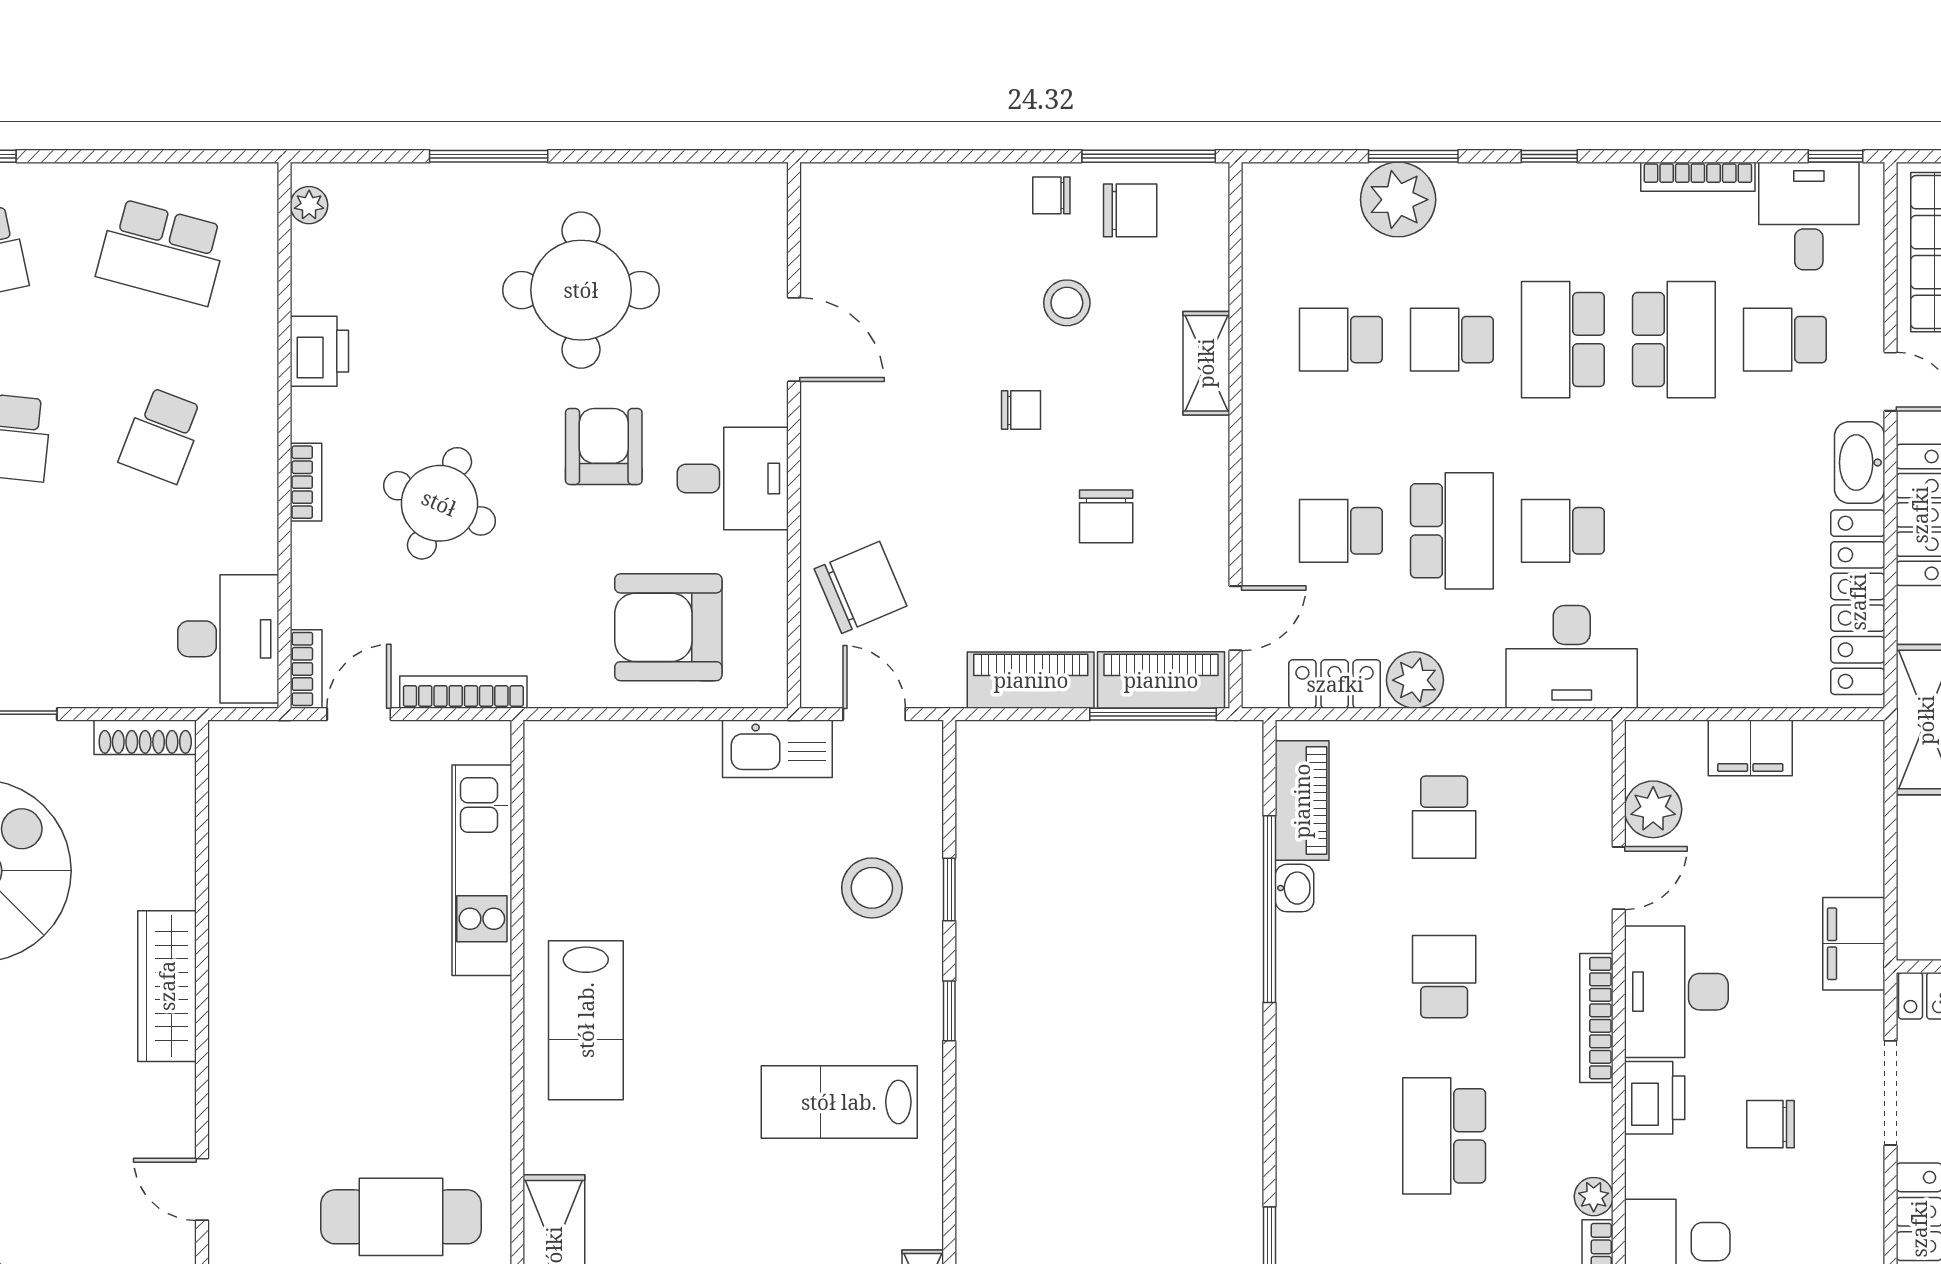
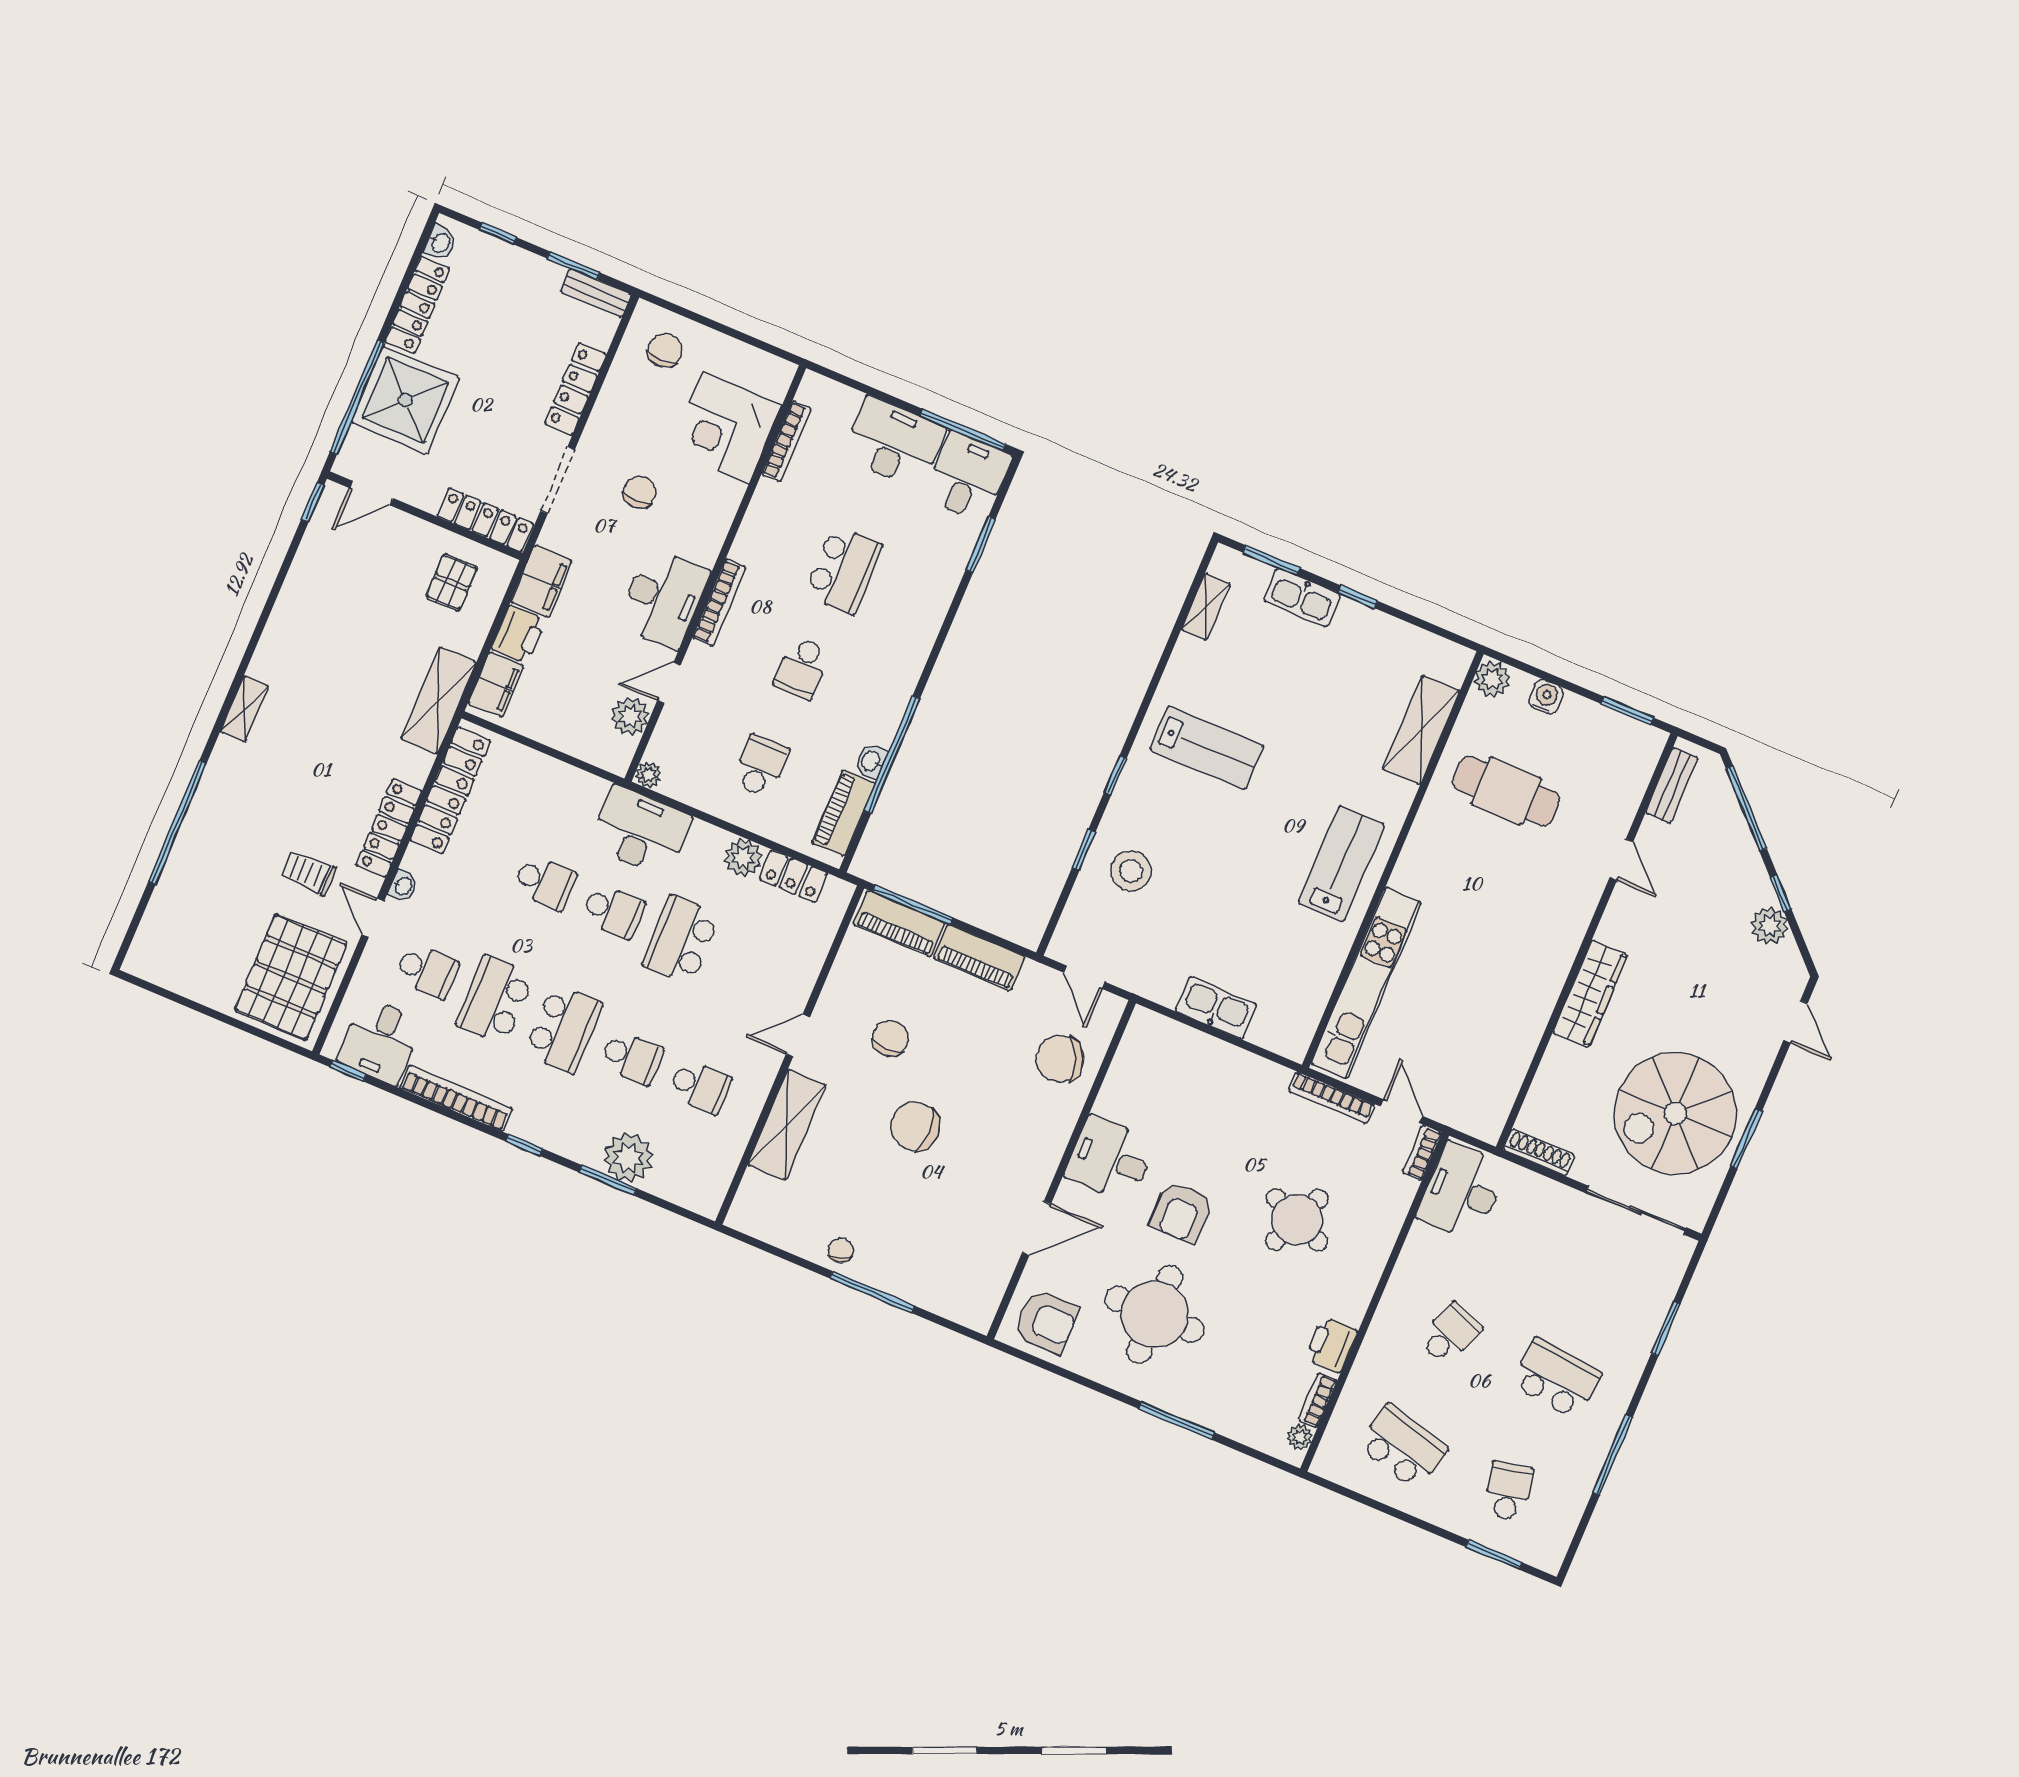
window: (1149, 156) -> (872, 1292), moved
bookcase: (1698, 177) -> (456, 1098), width x1.48, depth x1.31
chair: (1051, 195) -> (841, 1250), turned -109
chair: (1130, 210) -> (796, 1221), removed
stool: (1067, 303) -> (859, 1180), removed
door: (794, 340) -> (1036, 1229), swing flipped
shelving: (1206, 363) -> (787, 1125), width x1.50, depth x1.33
chair: (1021, 410) -> (915, 1126), width x1.87, depth x1.87
washbasin: (1860, 463) -> (403, 886), width x0.52, depth x0.69
bookcase: (306, 482) -> (1318, 1400), moved
school desk: (1341, 531) -> (545, 882), moved
door: (1235, 618) -> (798, 1036), moved
armchair: (668, 627) -> (1046, 1322), moved, width x0.73, depth x0.73
door: (359, 714) -> (1401, 1111), swing flipped
filing cabinet: (1750, 748) -> (496, 685), moved, turned 90
kitchen sink: (777, 749) -> (1216, 1008), moved
kitchen unit: (482, 870) -> (1366, 983), width x1.36
printer: (1655, 1098) -> (518, 634), moved, turned 180
chair: (1770, 1124) -> (640, 492), turned -90
plant: (1594, 1197) -> (648, 775), moved

